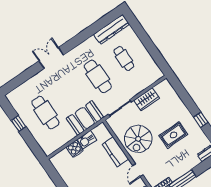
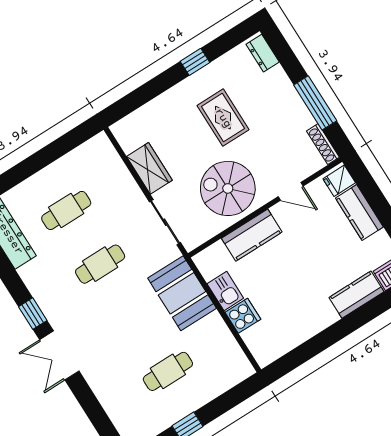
window: (72, 44) -> (33, 314), added
cafe table: (98, 77) -> (100, 264), width x0.73, depth x0.74
cafe table: (46, 113) -> (168, 371), width x0.73, depth x0.74
spiral stairs: (138, 139) -> (228, 188), turned 180

